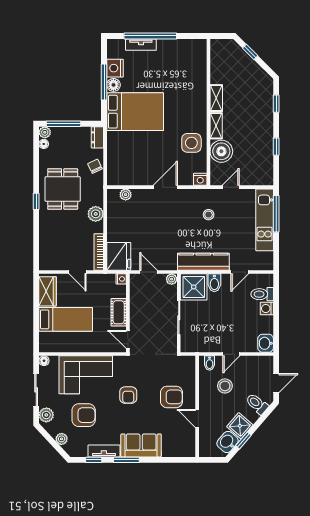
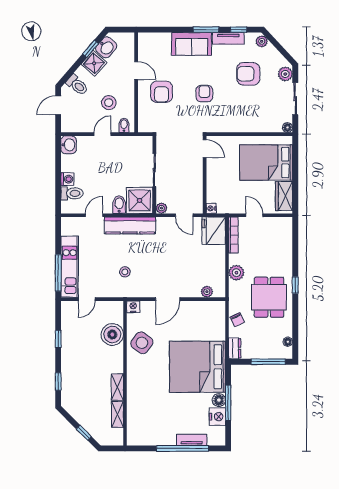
bed: (135, 112) -> (197, 367), width x1.36
shelving: (216, 126) -> (117, 414), moved
plant: (45, 132) -> (287, 353), removed
side table: (191, 143) -> (142, 343), turned 36
door: (231, 187) -> (87, 299), moved
cot: (119, 312) -> (214, 175), removed
bed: (66, 319) -> (266, 163), width x1.50
corner sofa: (86, 375) -> (246, 114), removed
armchair: (172, 397) -> (161, 92), turned -90
plant: (62, 439) -> (262, 41), moved

